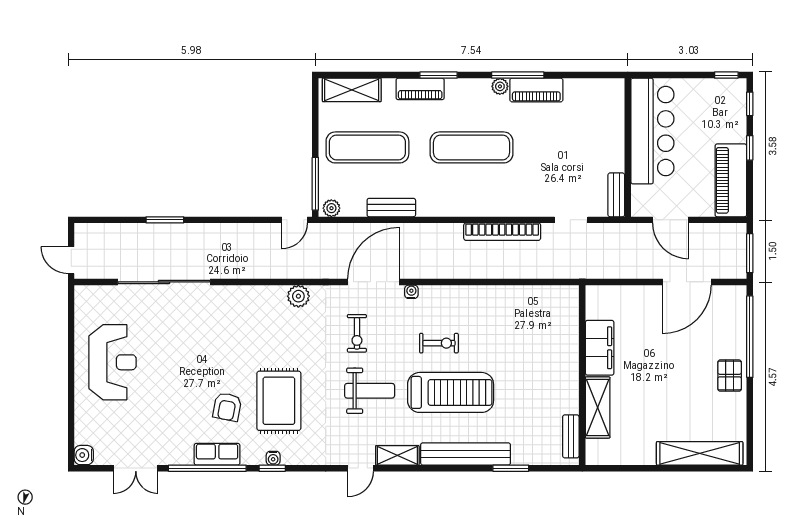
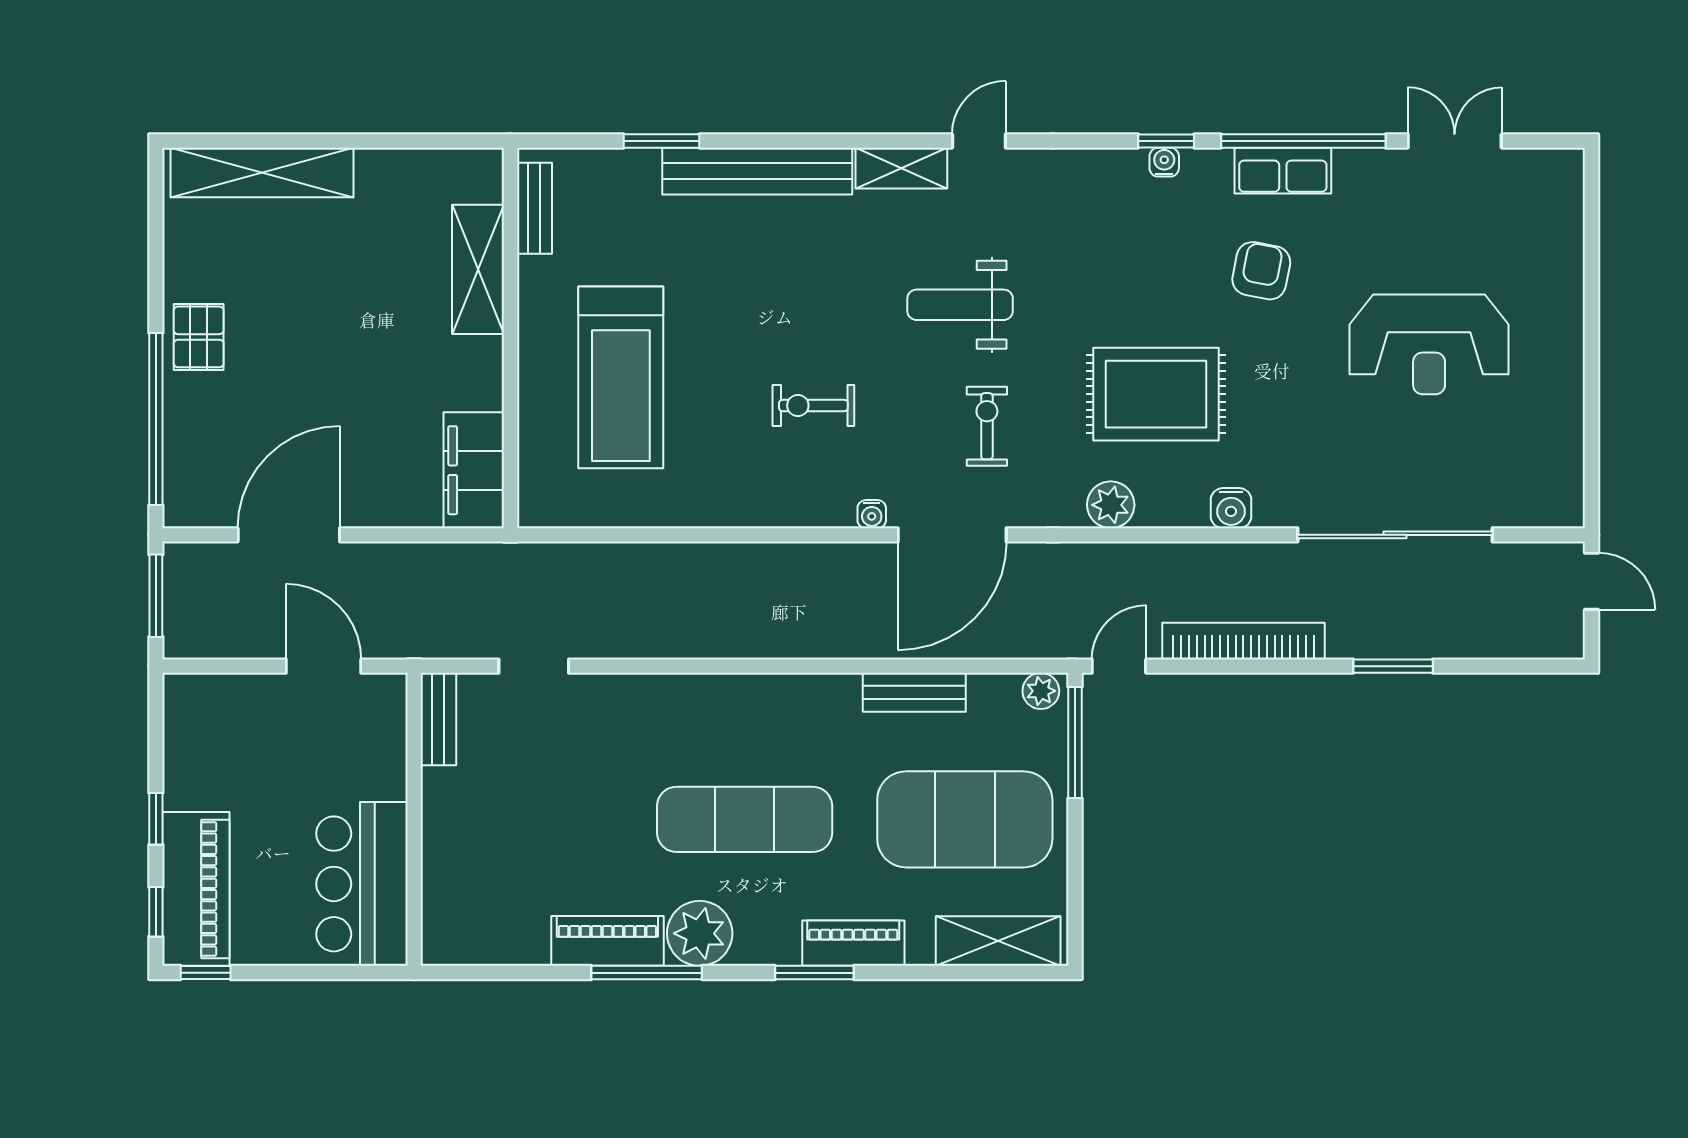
plant: (500, 86) -> (700, 933), width x1.88, depth x1.88
bar counter: (652, 131) -> (362, 884), width x0.73
exercise mat: (367, 147) -> (965, 819), width x1.47
piano: (731, 180) -> (196, 889), moved
bookcase: (502, 232) -> (1243, 641), moved
filing cabinet: (600, 348) -> (474, 470), moved
reception desk: (113, 362) -> (1429, 344), moved, turned -90
treadmill: (451, 392) -> (621, 377), moved, turned -90
rug: (279, 401) -> (1156, 394), moved, turned 90
water cooler: (84, 455) -> (1231, 508), moved, turned 90

